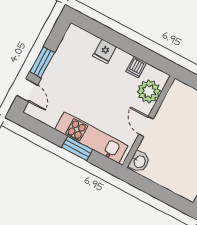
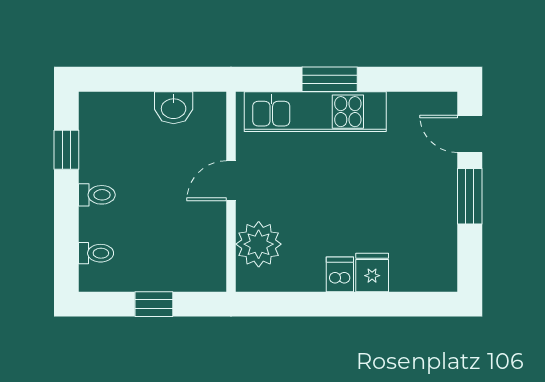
dishwasher: (136, 67) -> (340, 274), moved
door: (146, 127) -> (231, 181), swing flipped
washbasin: (139, 162) -> (174, 108), moved, turned -90

